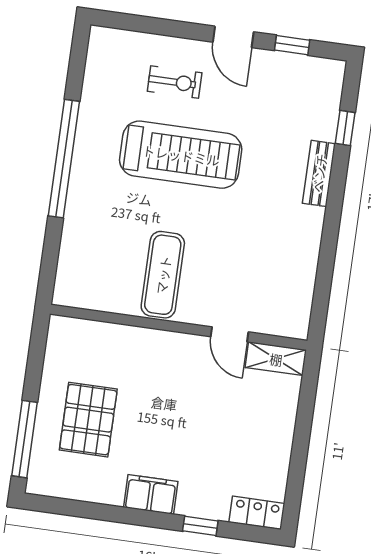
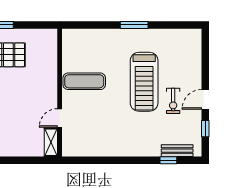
exercise bike: (175, 82) -> (173, 101), moved
window: (64, 159) -> (134, 25), width x0.47
bench: (319, 173) -> (177, 151), moved

